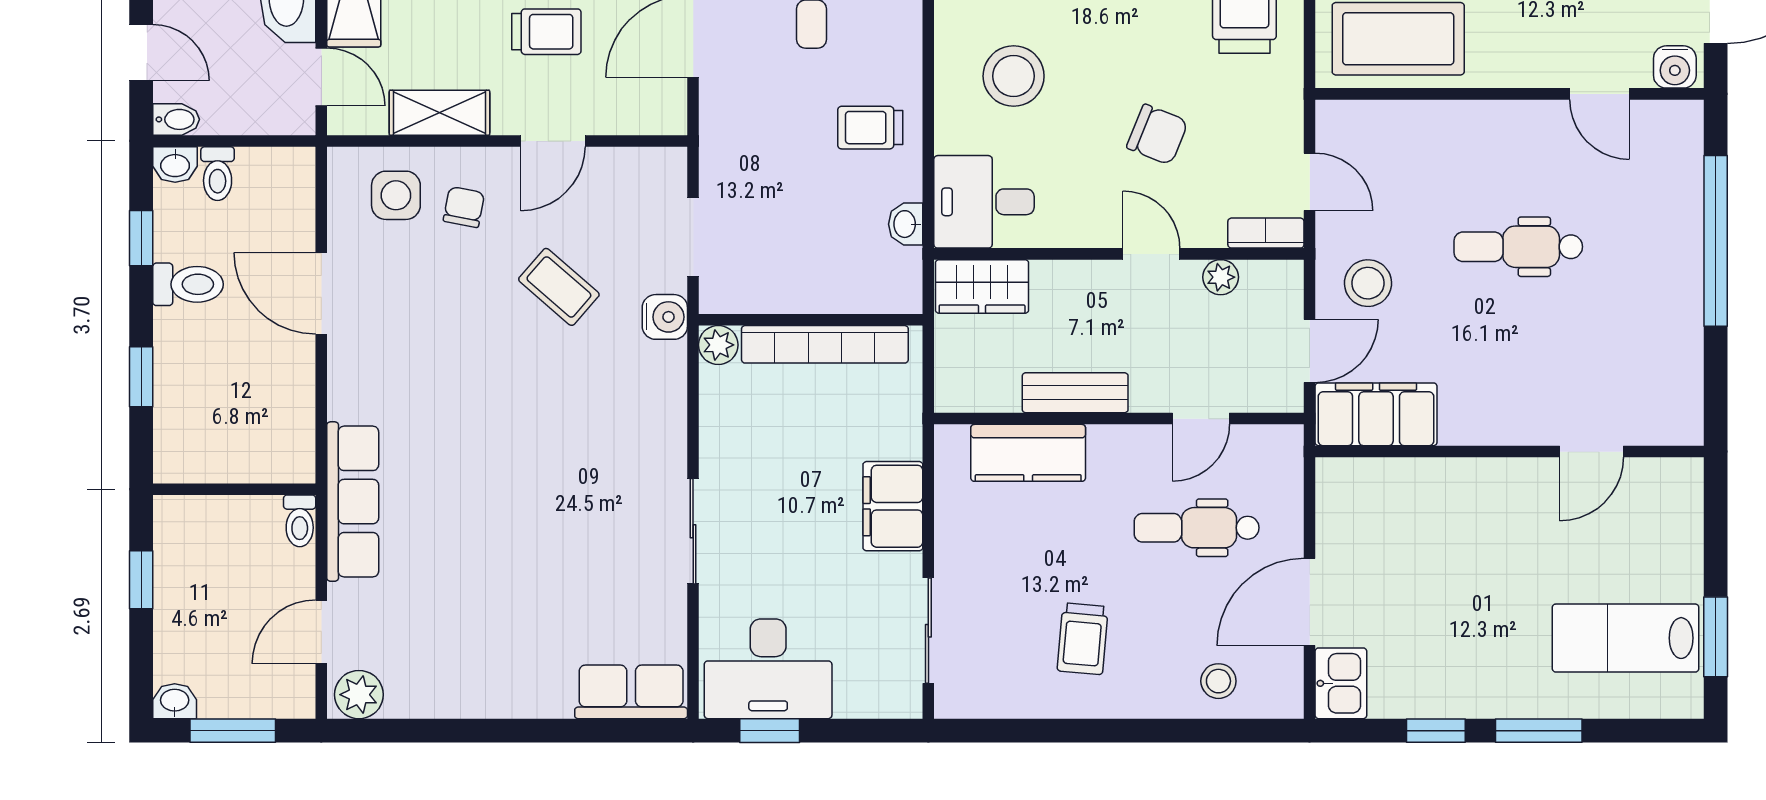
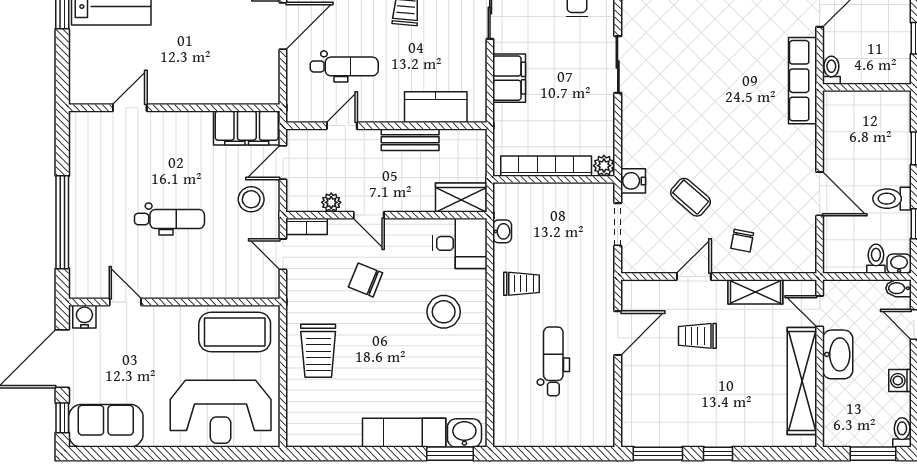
side table: (396, 195) -> (779, 247), removed

